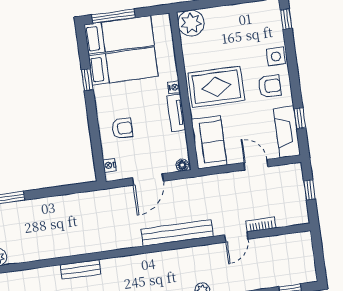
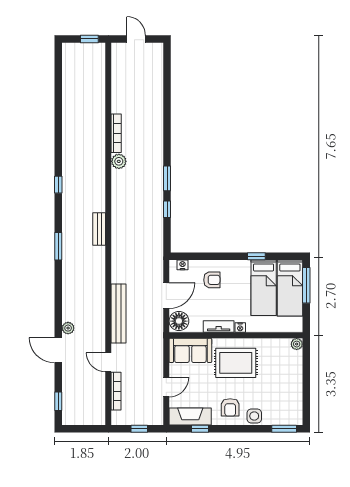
window: (286, 19) -> (284, 429), width x1.50
plant: (191, 23) -> (297, 344), width x0.53, depth x0.53
rug: (216, 87) -> (236, 363), turned 90
armchair: (122, 128) -> (212, 280), turned -90
floor lamp: (182, 165) -> (179, 321), width x1.89, depth x1.89
door: (148, 179) -> (166, 295), swing flipped
window: (46, 193) -> (167, 209), added
bookcase: (261, 224) -> (116, 391), width x1.56

